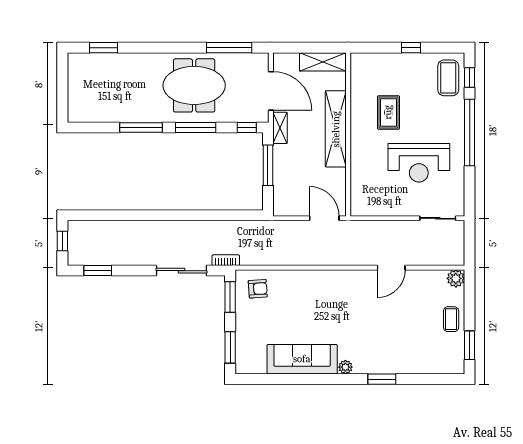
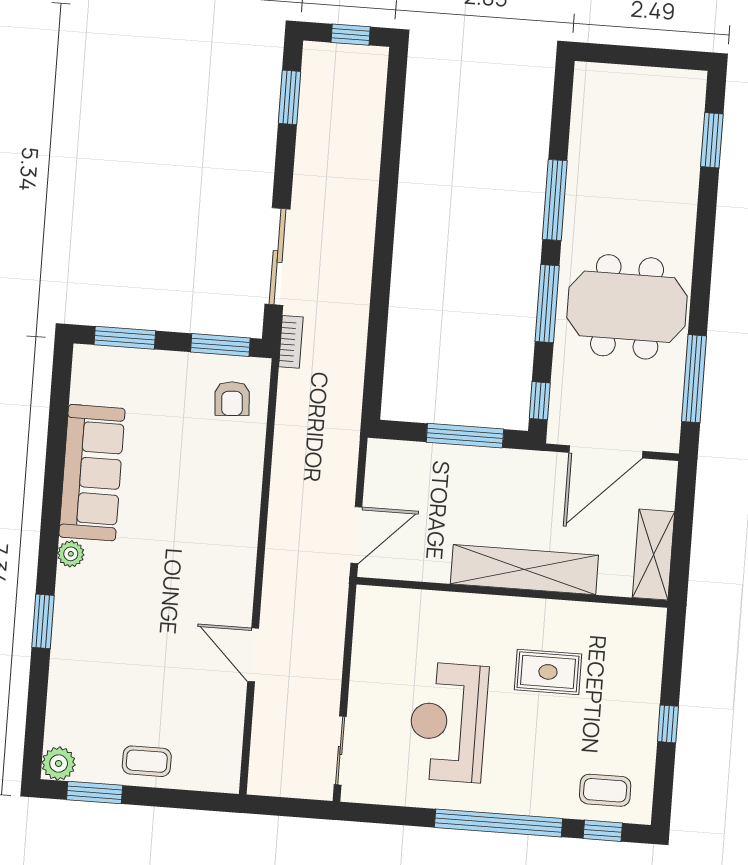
coffee table: (448, 78) -> (605, 790), width x0.73, depth x0.77
meeting table: (194, 85) -> (627, 307), turned 90
shelving: (280, 128) -> (534, 464), removed
plant: (456, 278) -> (59, 763), moved

